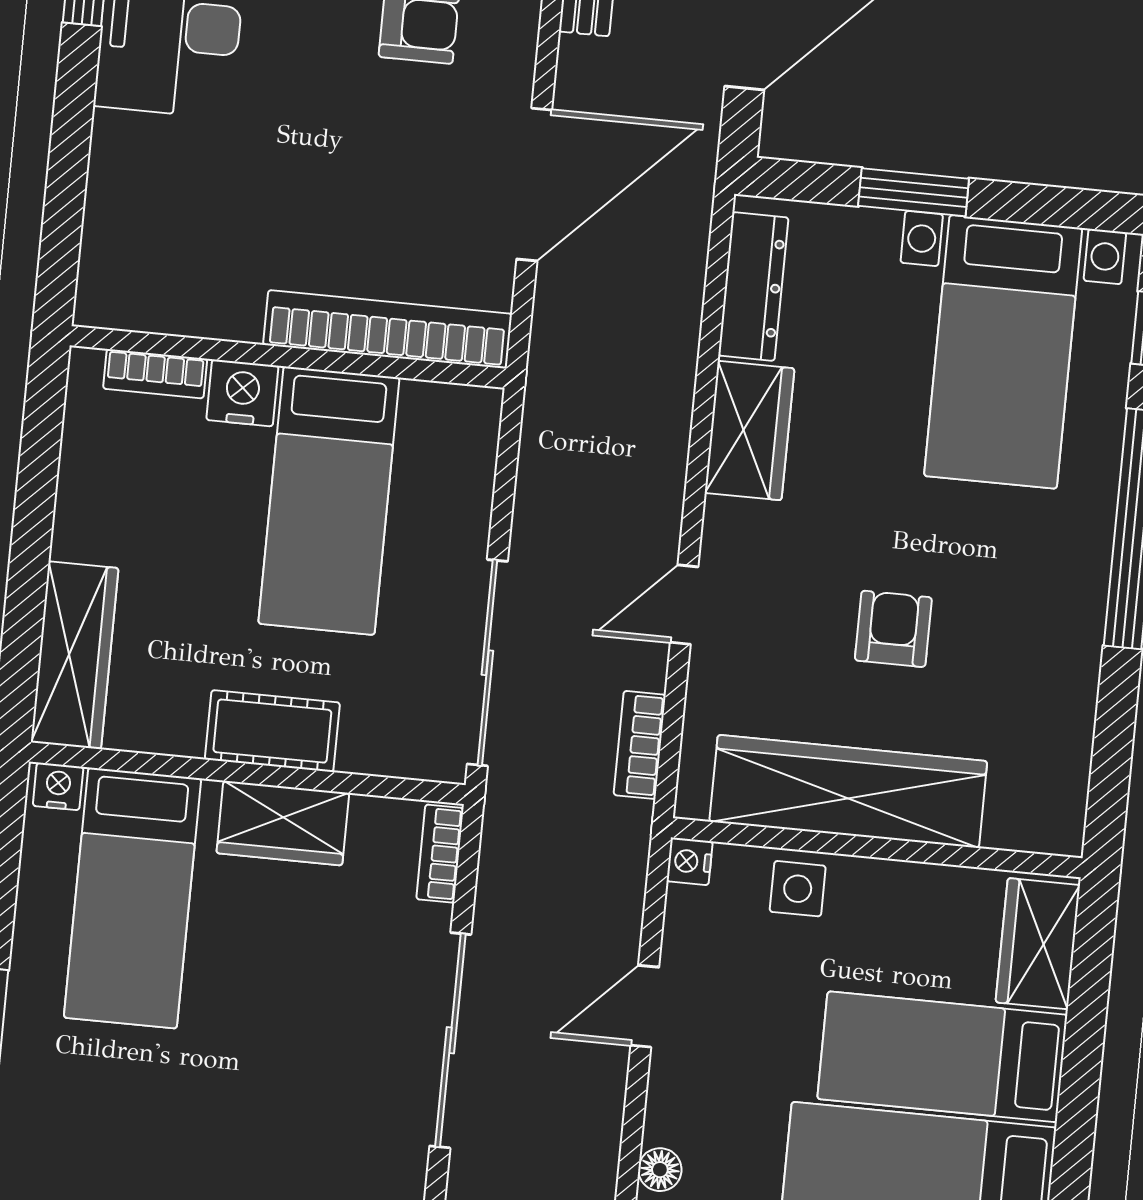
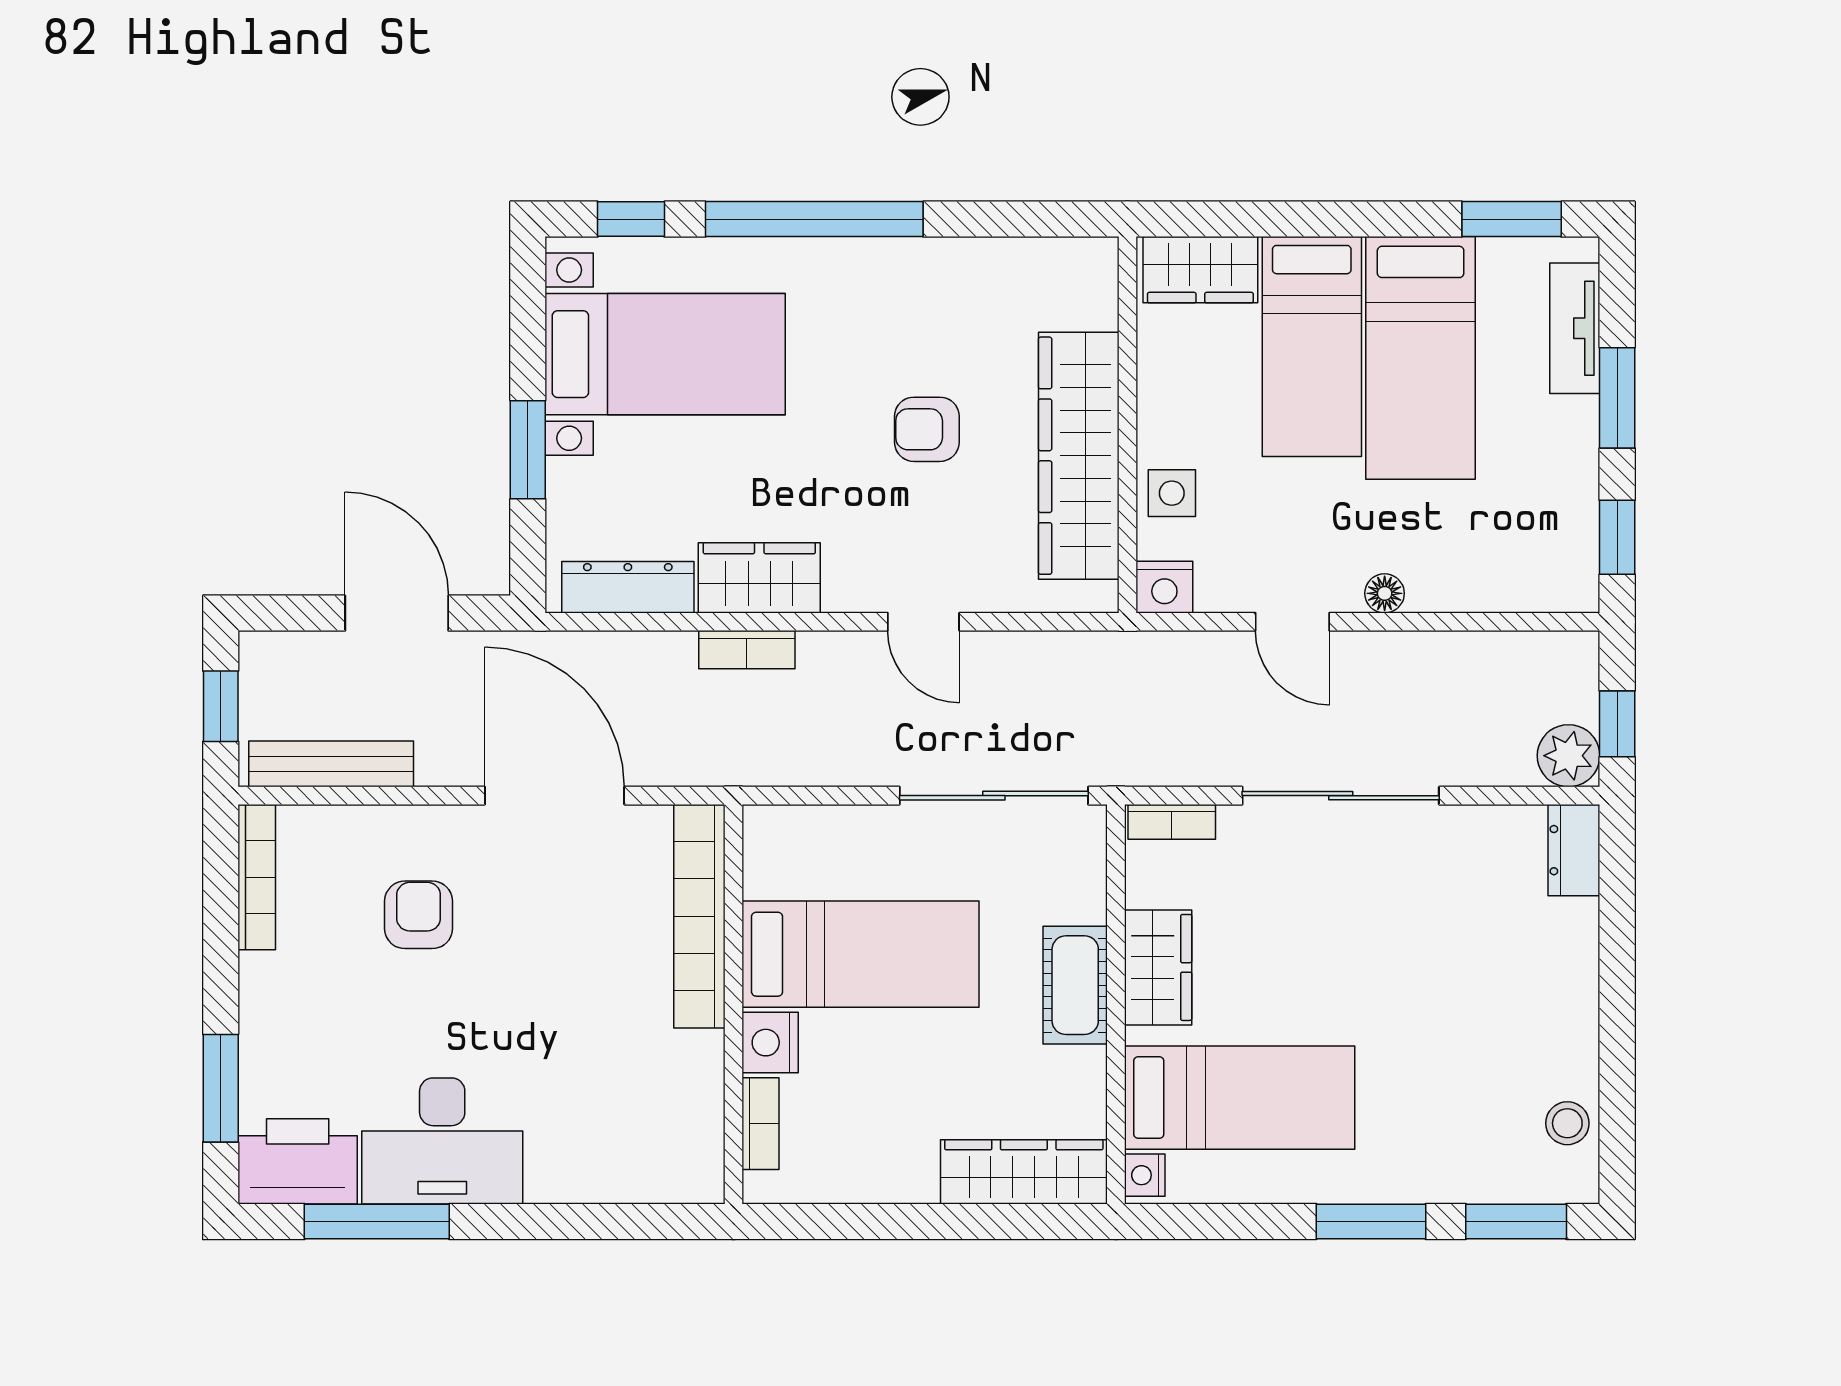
bookcase: (640, 745) -> (747, 650), moved
nightstand: (690, 861) -> (1164, 587), width x1.39, depth x1.35
floor lamp: (660, 1170) -> (1385, 593), moved

